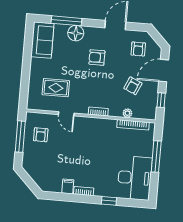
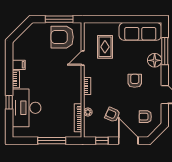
sofa: (42, 40) -> (140, 31), width x1.36
armchair: (41, 135) -> (62, 37), width x1.88, depth x1.88
desk: (135, 178) -> (27, 108), moved, turned 90

